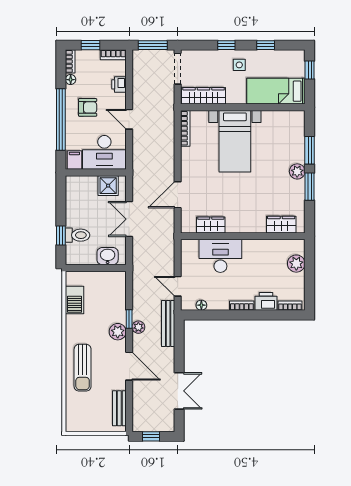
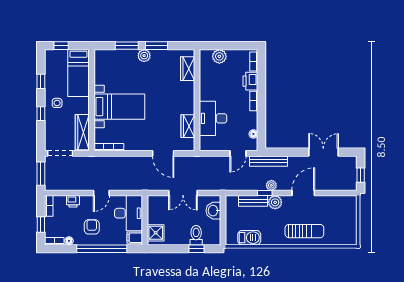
shower: (108, 186) -> (156, 233), moved
bench: (119, 408) -> (253, 201), moved

